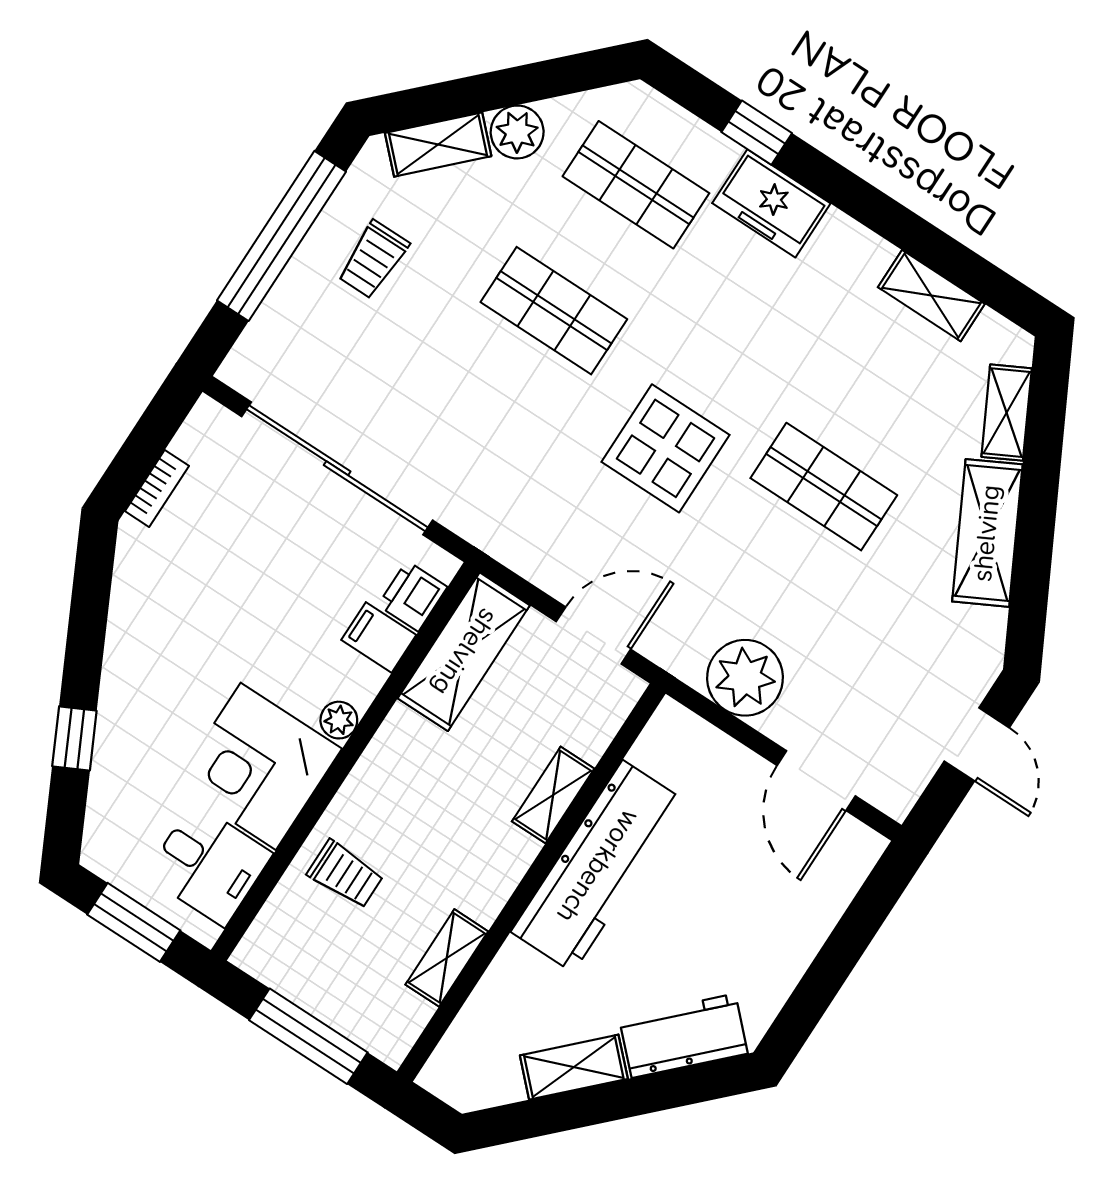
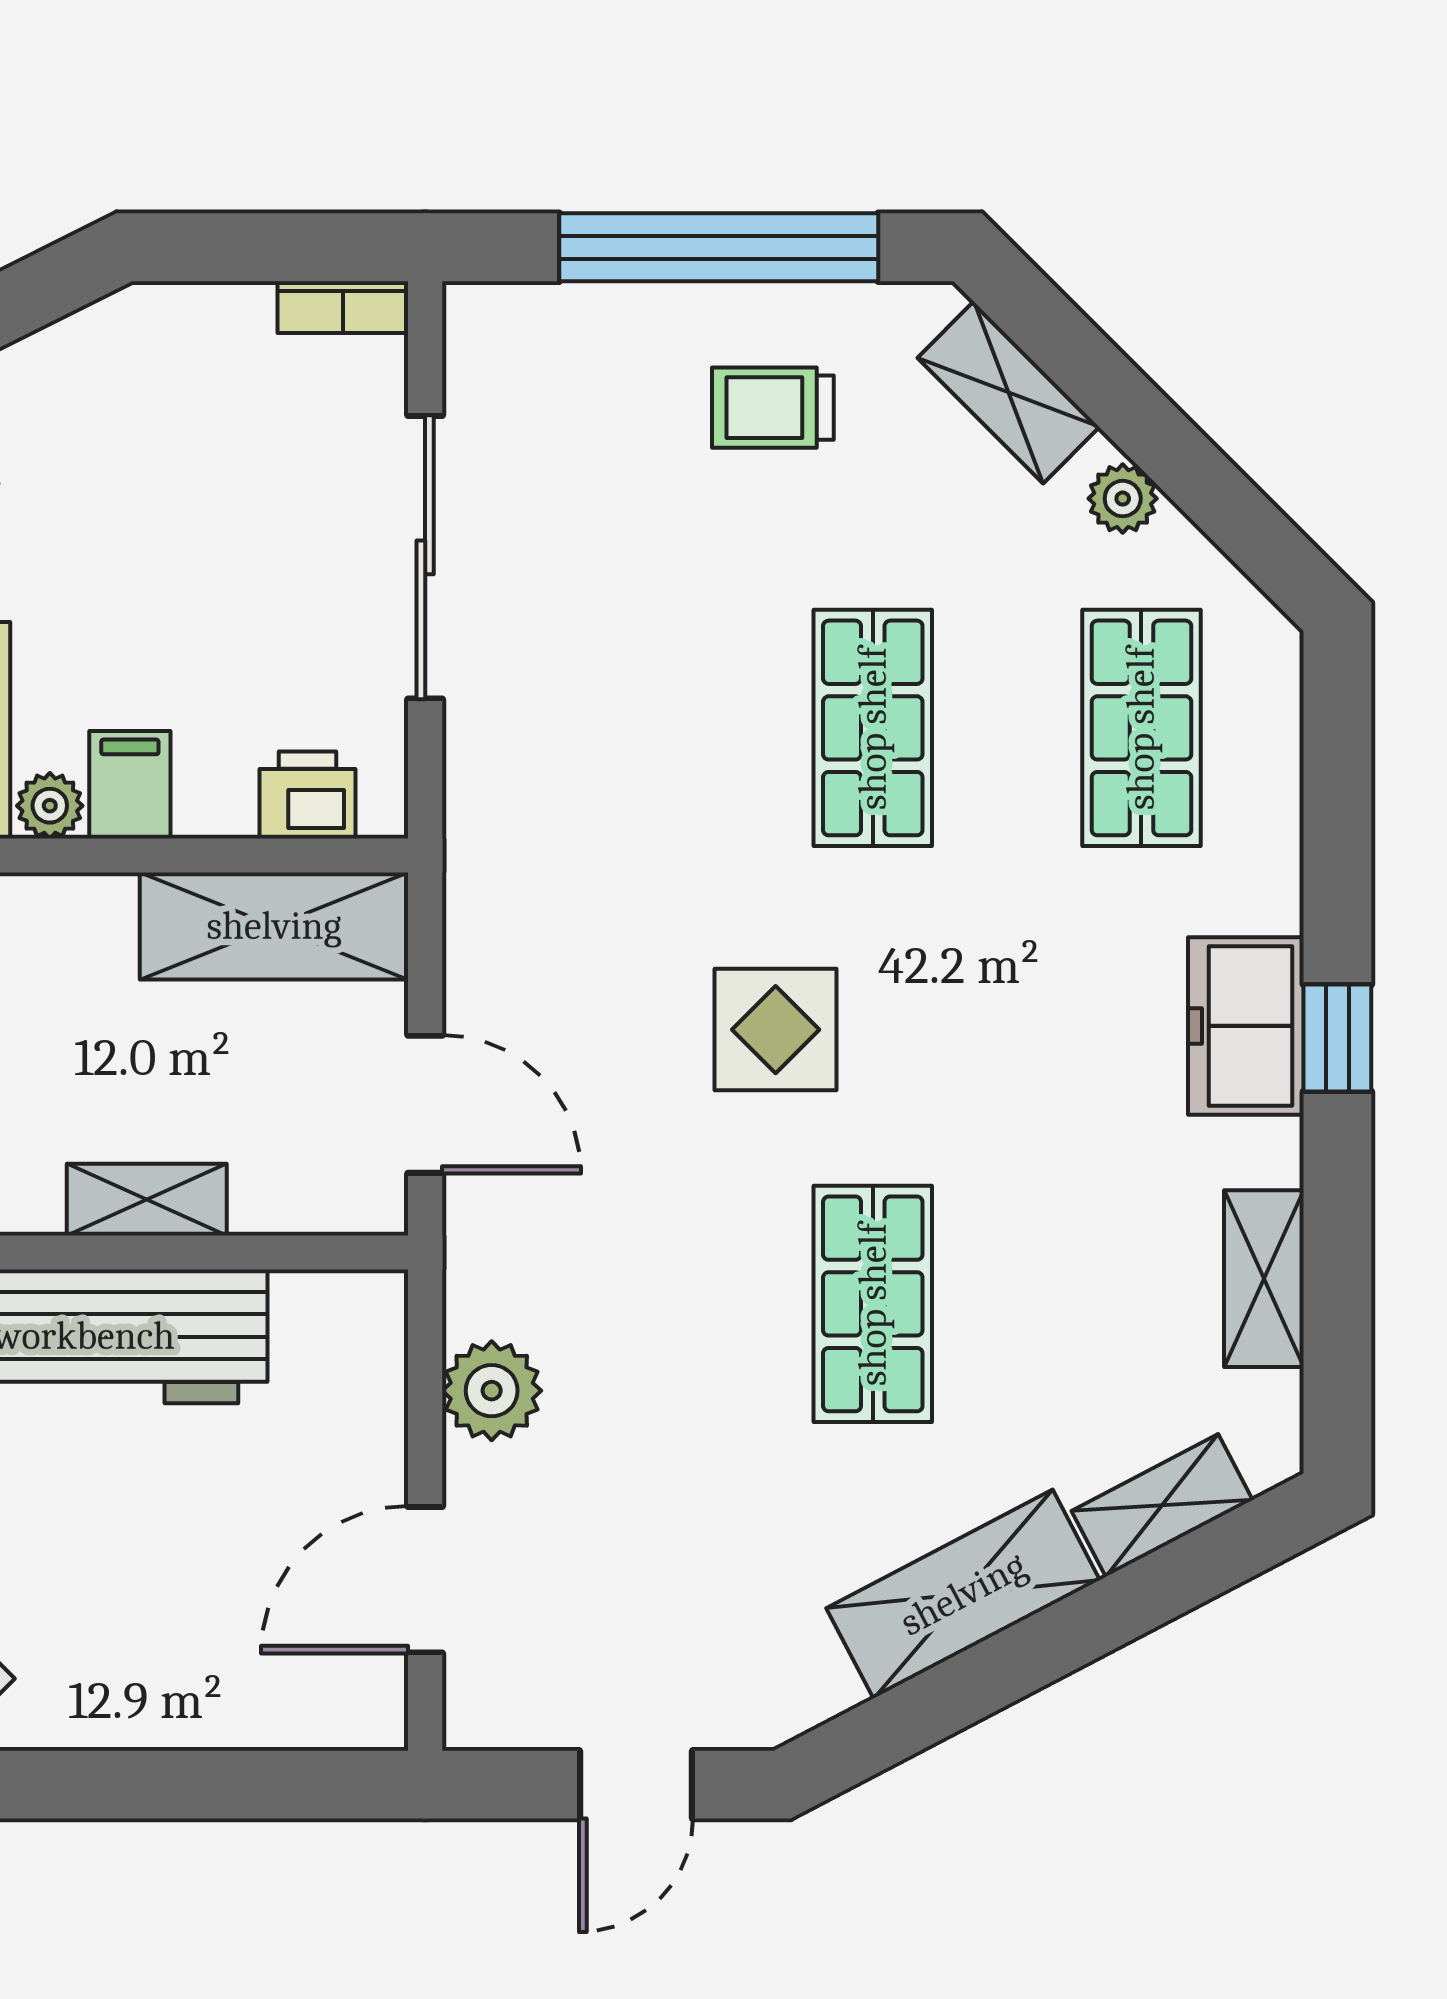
plant: (517, 132) -> (1123, 499), width x0.73, depth x0.73
window: (757, 133) -> (1337, 1038), moved
freezer: (771, 203) -> (1246, 1026), moved
display table: (665, 448) -> (776, 1030), width x0.73, depth x0.73
sliding door: (337, 468) -> (425, 557), width x0.73
bookcase: (157, 488) -> (343, 307), moved
filing cabinet: (379, 637) -> (130, 785), moved
plant: (745, 678) -> (492, 1391), width x0.73, depth x0.73

